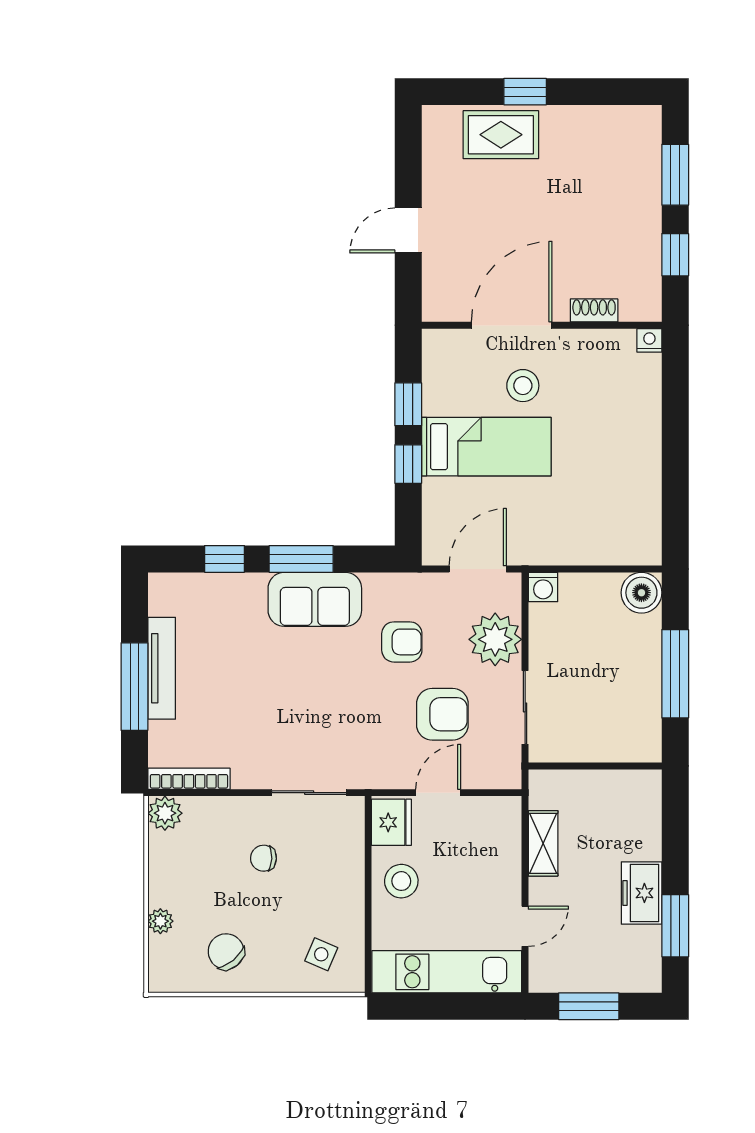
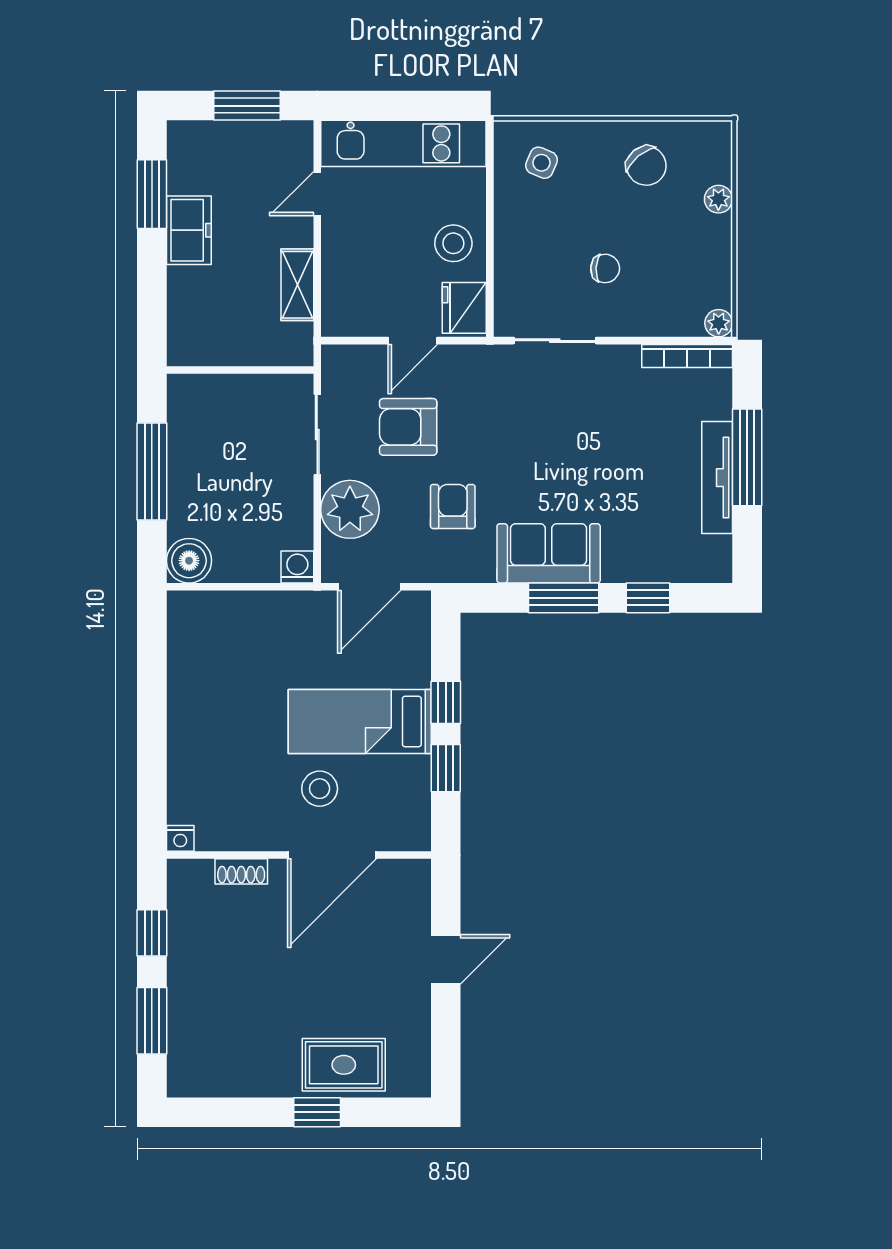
armchair: (402, 642) -> (453, 506), turned 90
plant: (165, 813) -> (719, 323), width x0.73, depth x0.73

